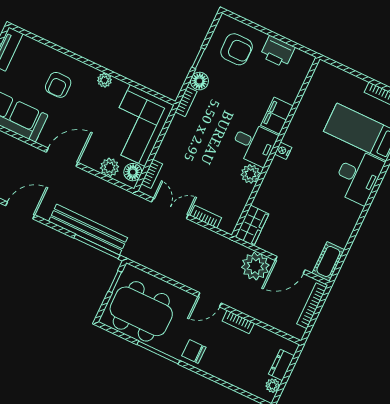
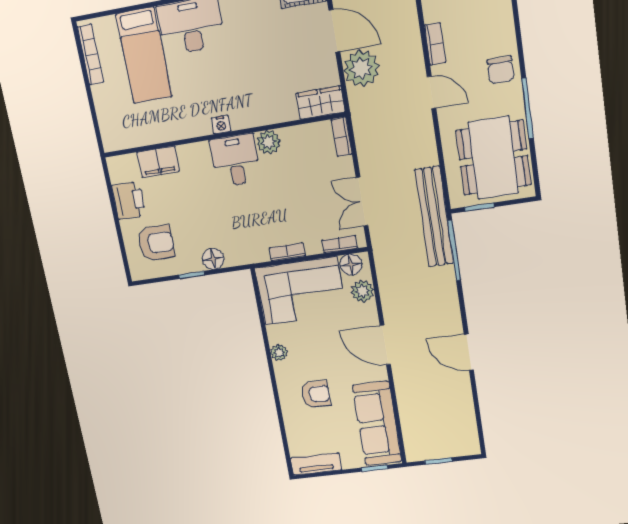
armchair: (237, 49) -> (156, 243), turned 90
bookcase: (186, 102) -> (287, 252), moved
filing cabinet: (277, 116) -> (158, 162), moved
bookcase: (206, 217) -> (342, 137), moved
bench: (88, 230) -> (434, 217), moved

